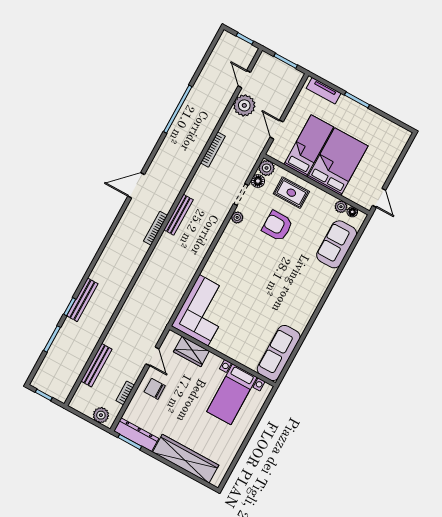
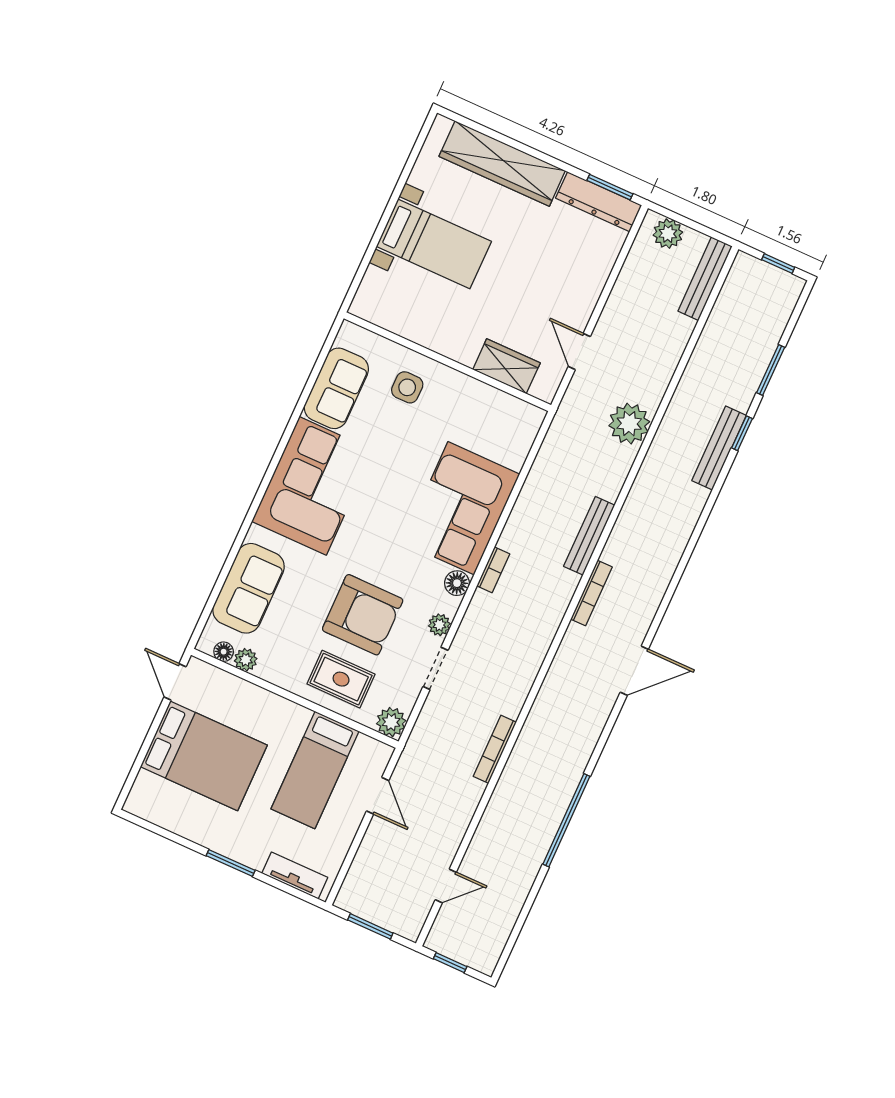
door: (244, 79) -> (446, 886), hinge flipped
plant: (244, 105) -> (629, 424), moved
bed: (338, 162) -> (204, 756), moved, turned -90
floor lamp: (258, 181) -> (457, 583), moved
bench: (178, 215) -> (589, 536), moved
armchair: (277, 226) -> (363, 615), width x1.36, depth x1.36
corner sofa: (299, 296) -> (313, 486), added
corner sofa: (204, 310) -> (461, 508), moved
side table: (245, 344) -> (407, 387), added
sofa: (279, 353) -> (336, 388), width x0.73
bench: (97, 365) -> (705, 279), moved
chair: (155, 389) -> (570, 291), removed
bookcase: (125, 393) -> (493, 570), moved
bed with nightstands: (232, 394) -> (434, 244), moved, turned 90

